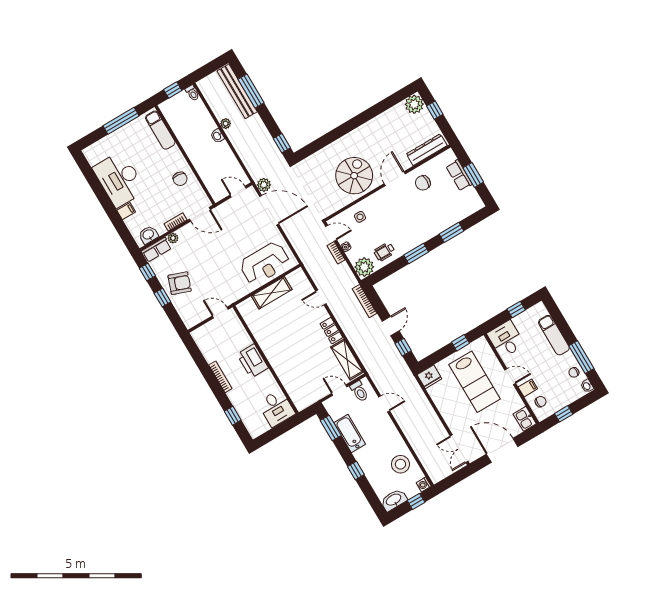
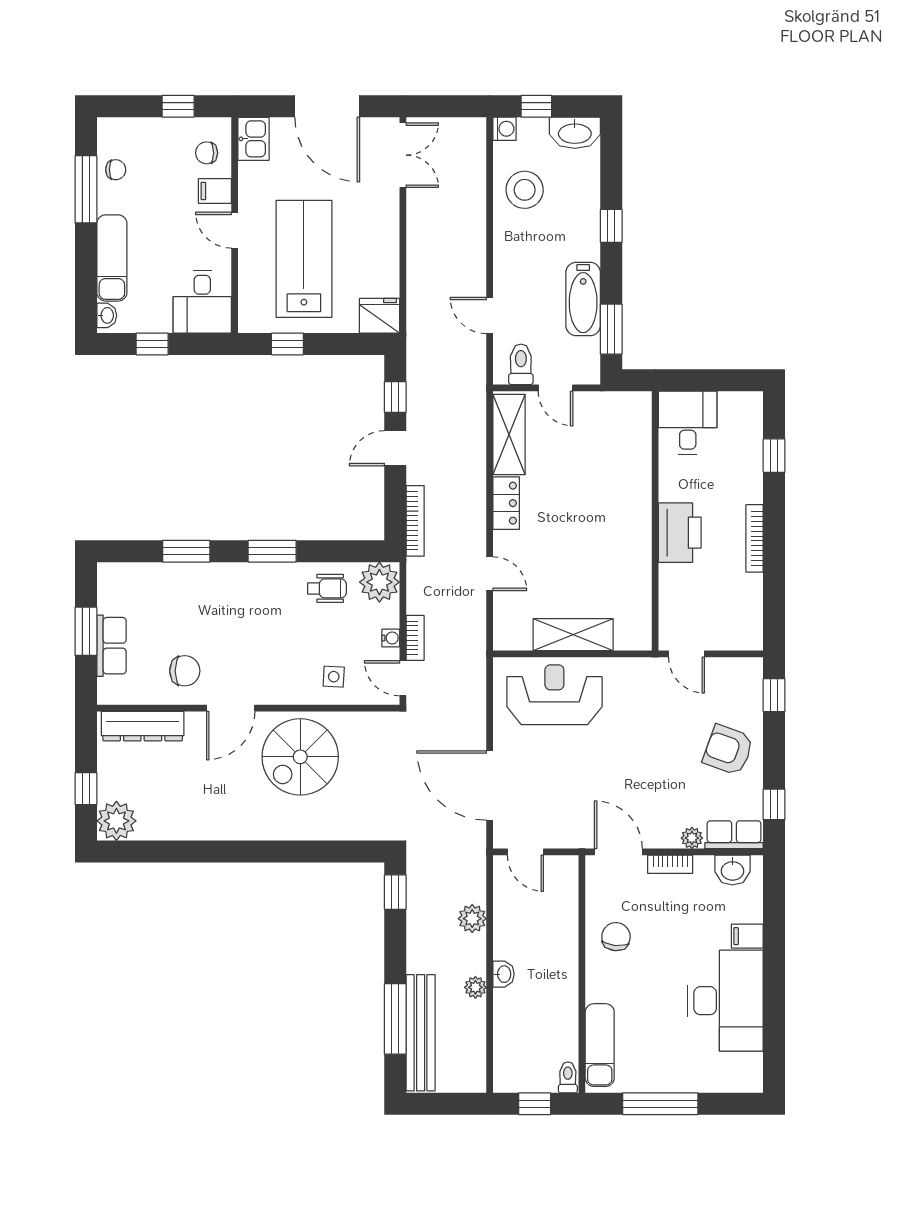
toilet: (192, 93) -> (568, 1077), moved
plant: (264, 185) -> (472, 919), moved
window: (162, 297) -> (774, 695), moved
washbasin: (587, 386) -> (107, 315), moved

